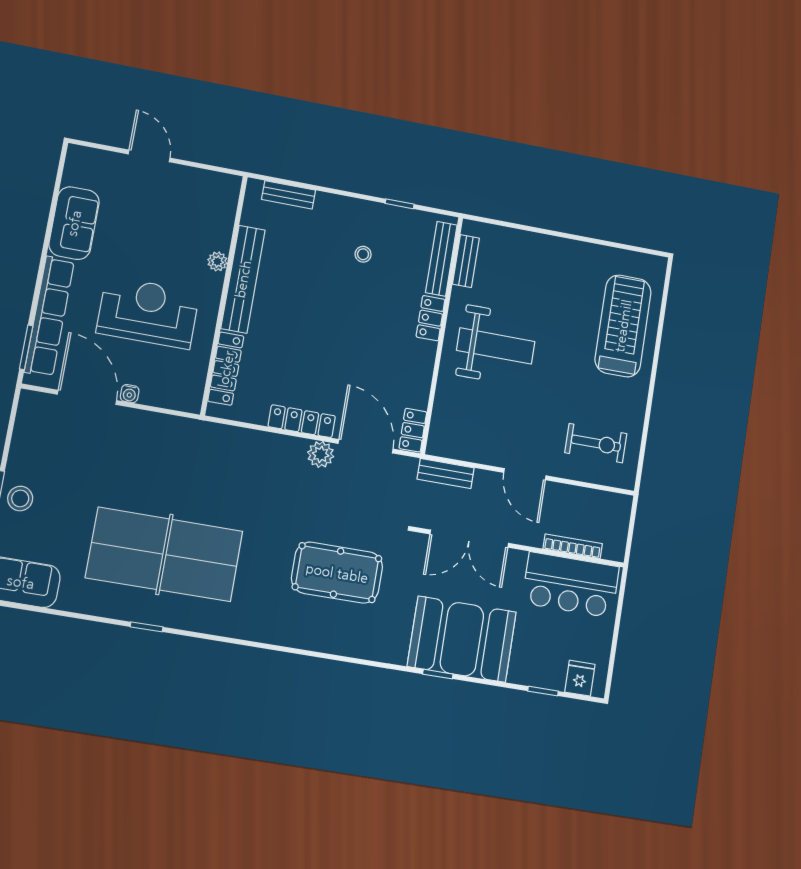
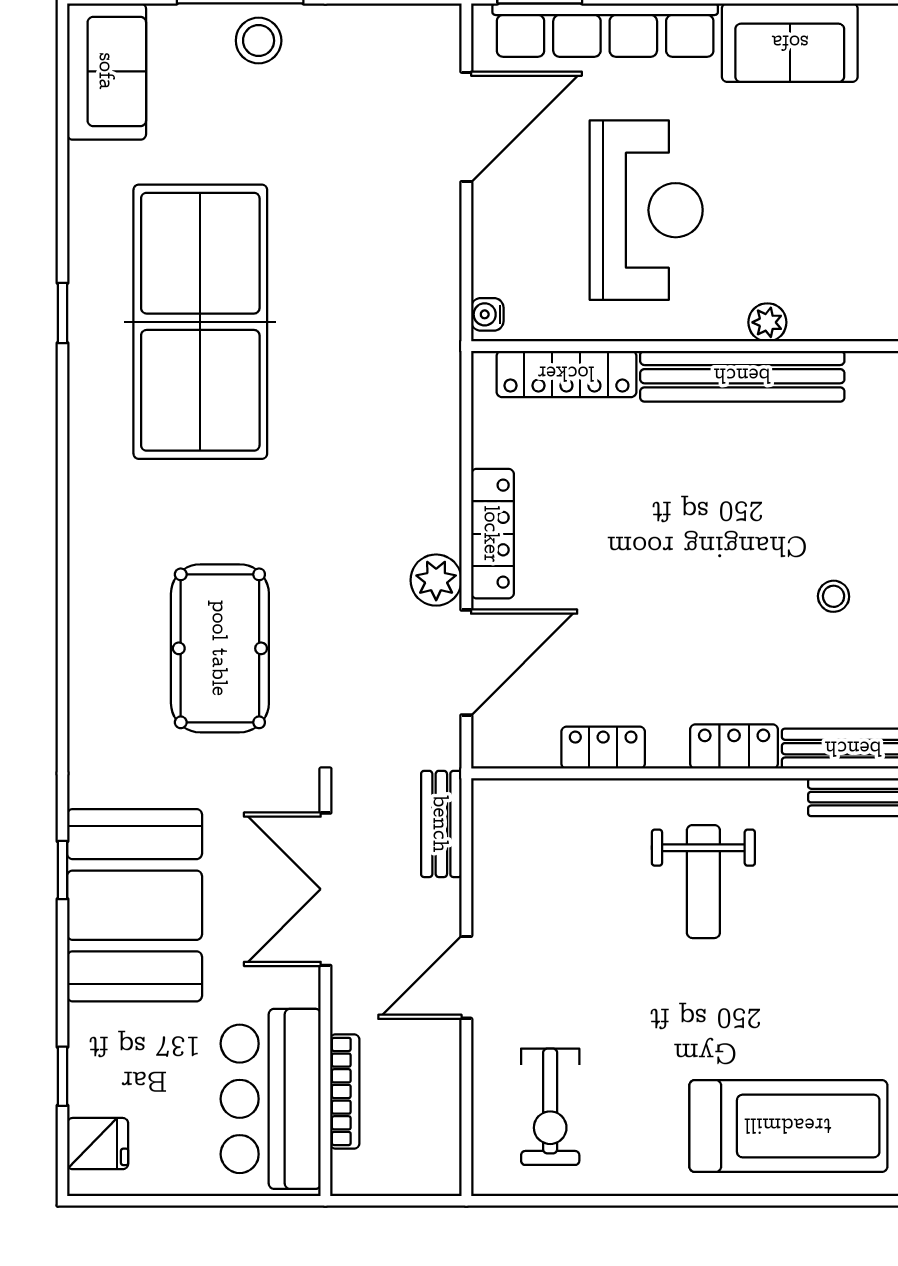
weight bench: (496, 346) -> (703, 882), width x0.73, depth x0.75
water cooler: (130, 394) -> (487, 314), moved
locker: (413, 430) -> (603, 748), moved

